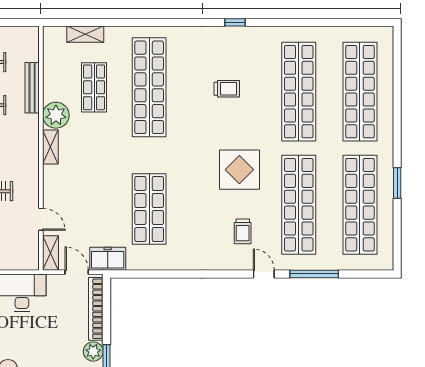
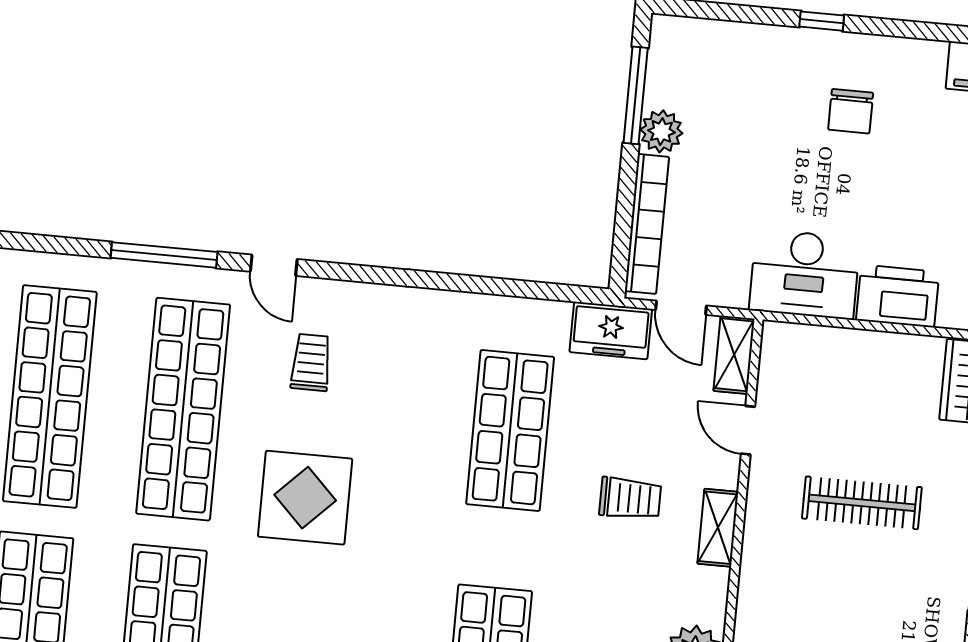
shelving: (50, 147) -> (718, 528), moved
trolley: (92, 183) -> (630, 498), added

